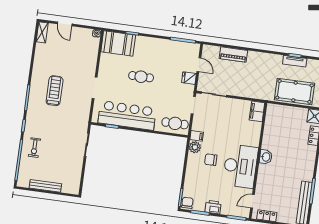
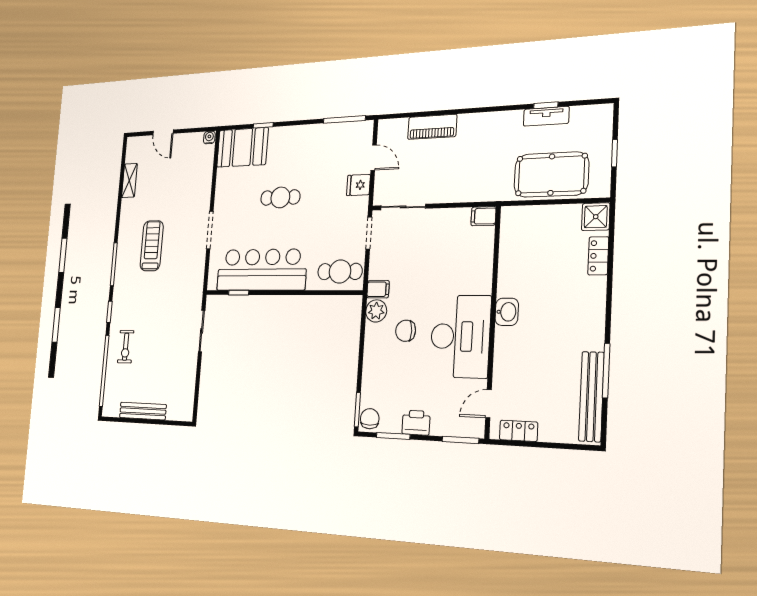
shelving: (42, 32) -> (129, 181), moved
filing cabinet: (257, 111) -> (484, 216), width x0.50

